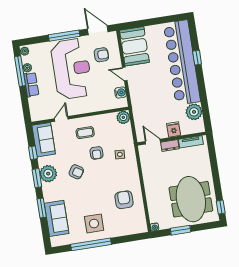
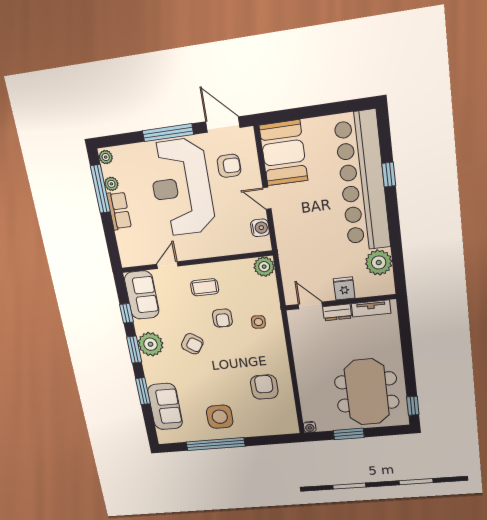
reception desk: (72, 69) -> (181, 187), turned 180

